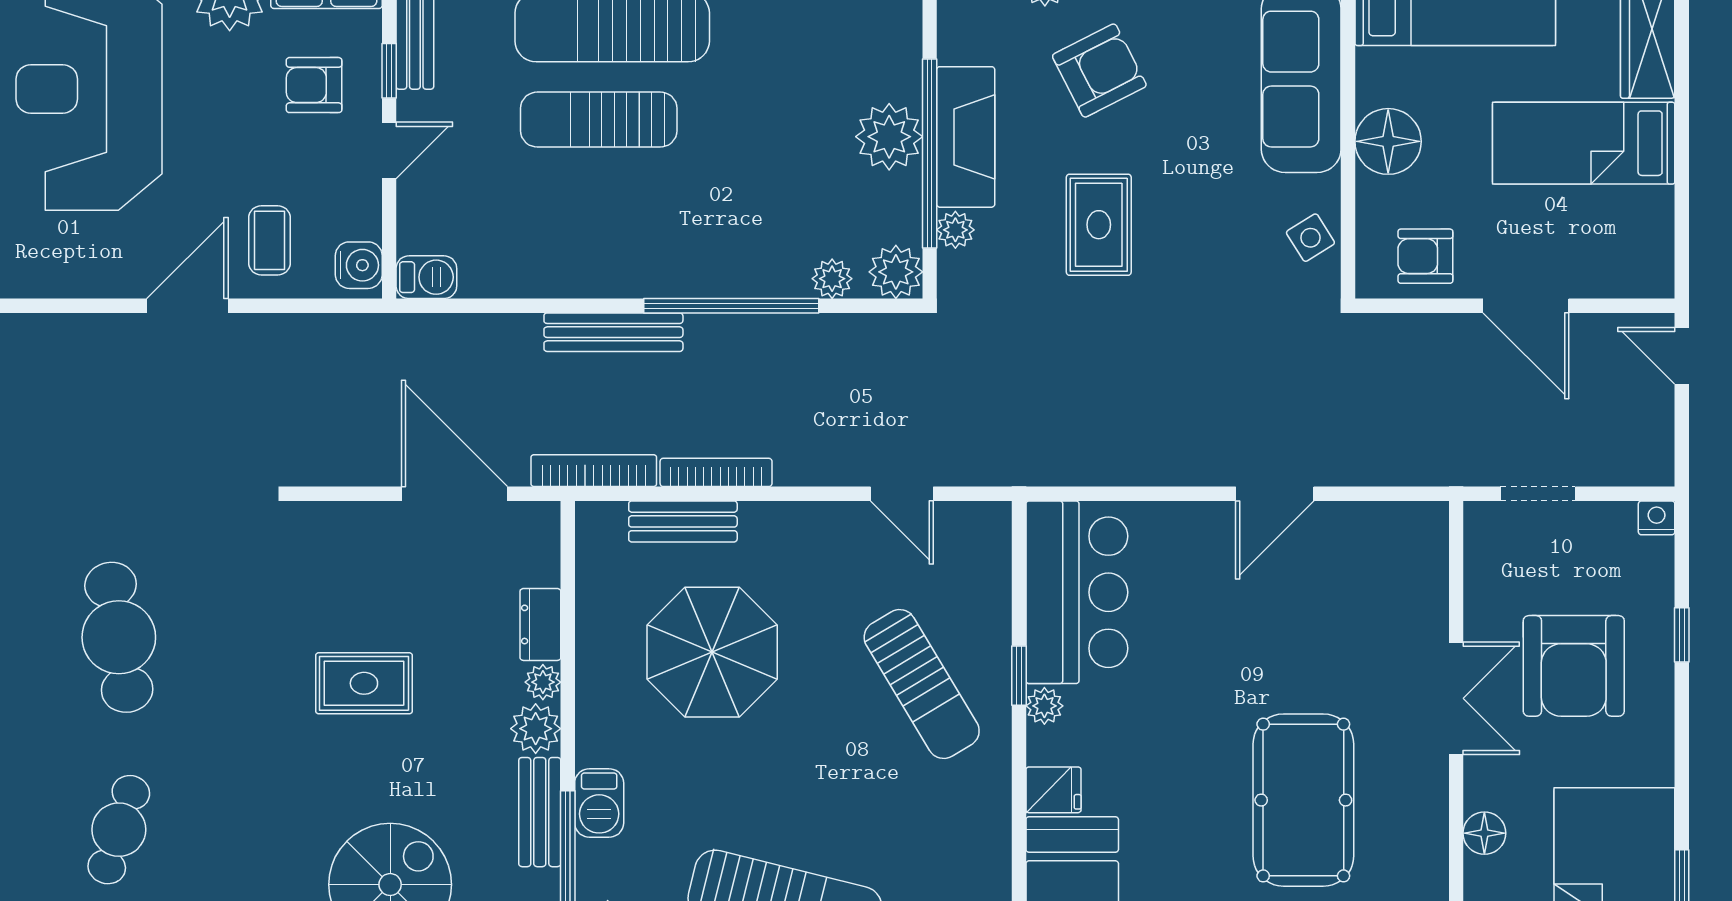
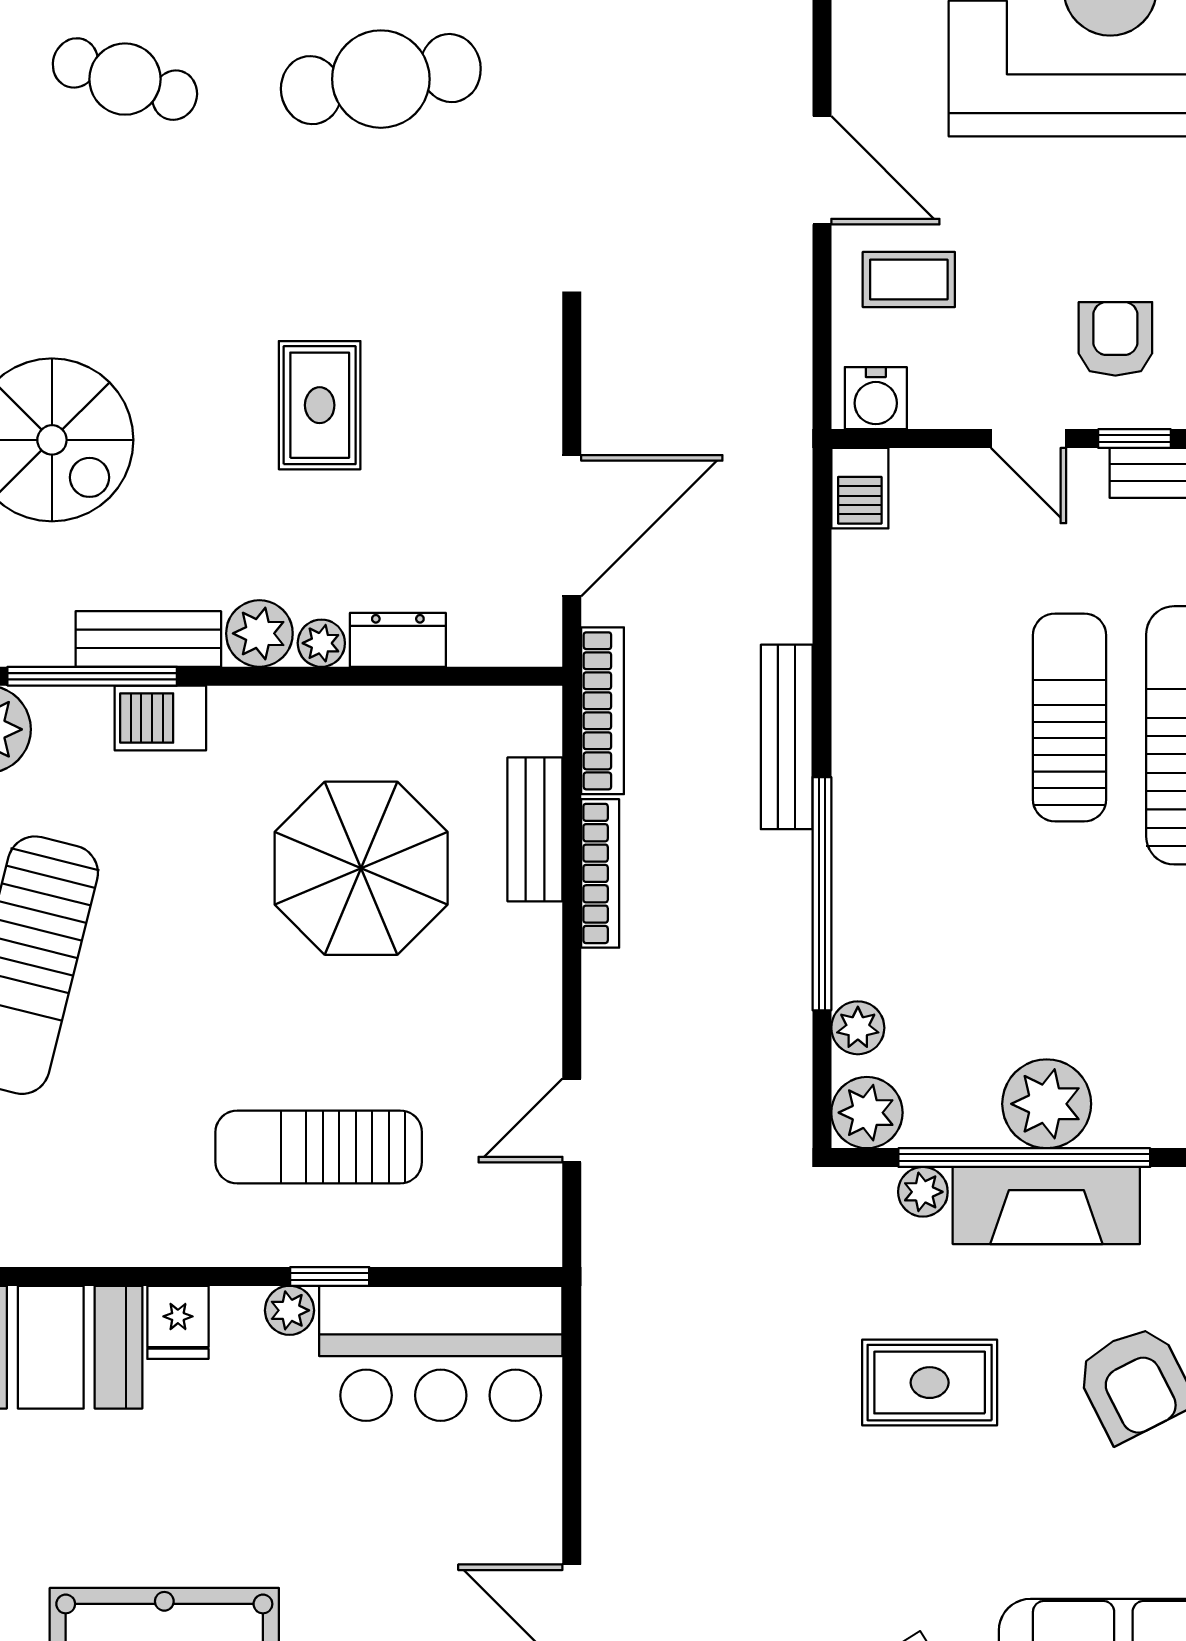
sun lounger: (922, 684) -> (319, 1147), turned 31

